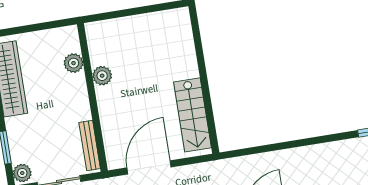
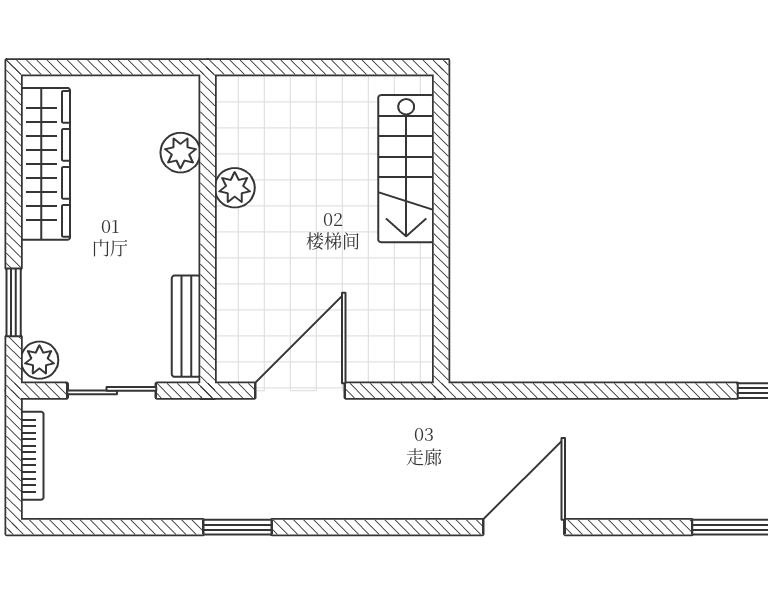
stairs: (192, 115) -> (406, 169), moved

